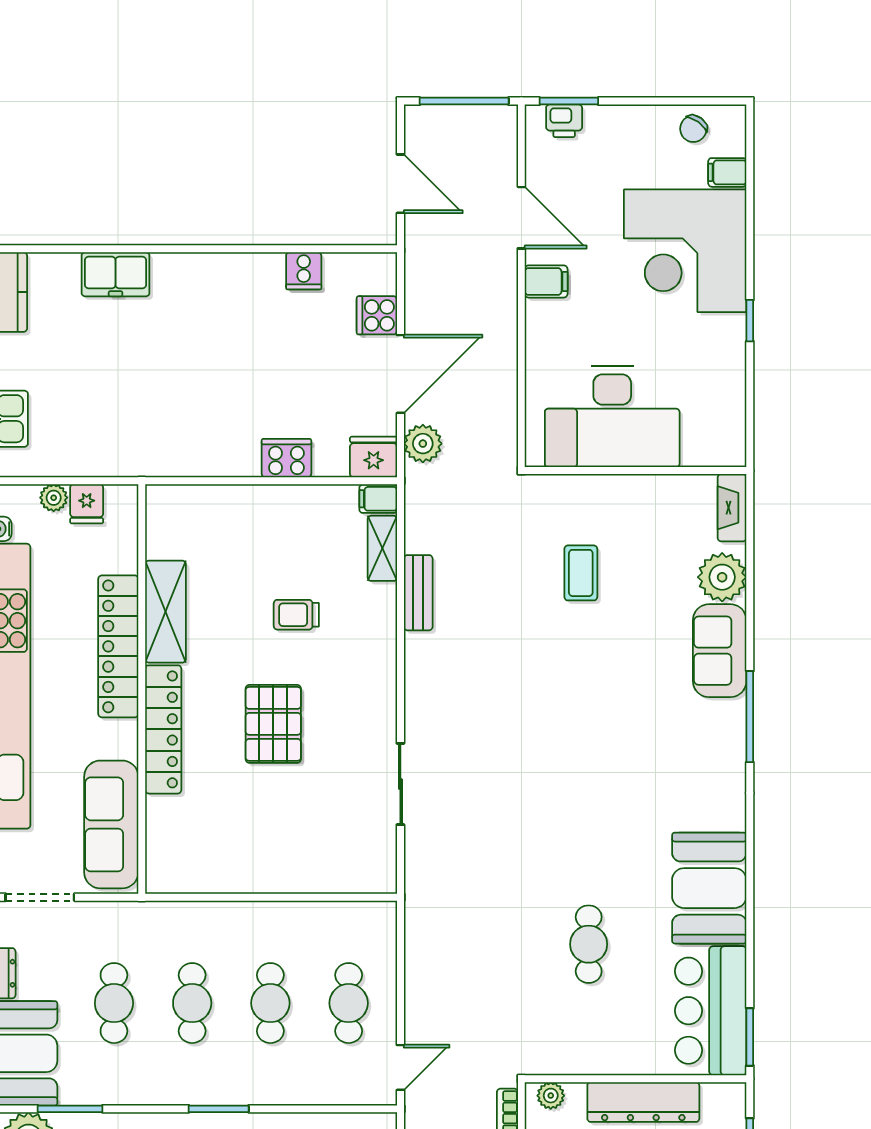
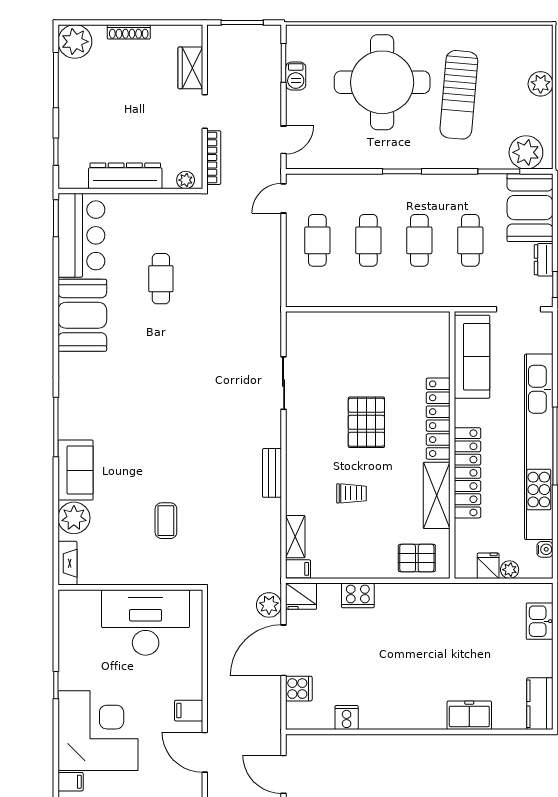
pallet: (196, 516) -> (417, 558), added
bench: (418, 593) -> (272, 473), moved

